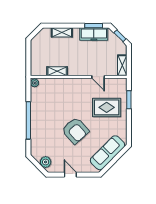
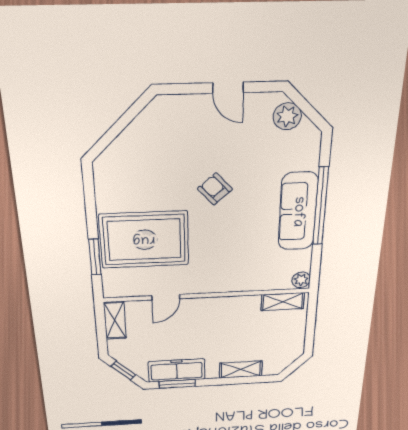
shelving: (57, 71) -> (283, 302), moved
door: (98, 77) -> (166, 297), swing flipped
rug: (107, 107) -> (144, 240), width x1.37, depth x1.44
armchair: (75, 131) -> (215, 189), width x0.53, depth x0.53
sofa: (108, 153) -> (298, 212), moved, turned 135

